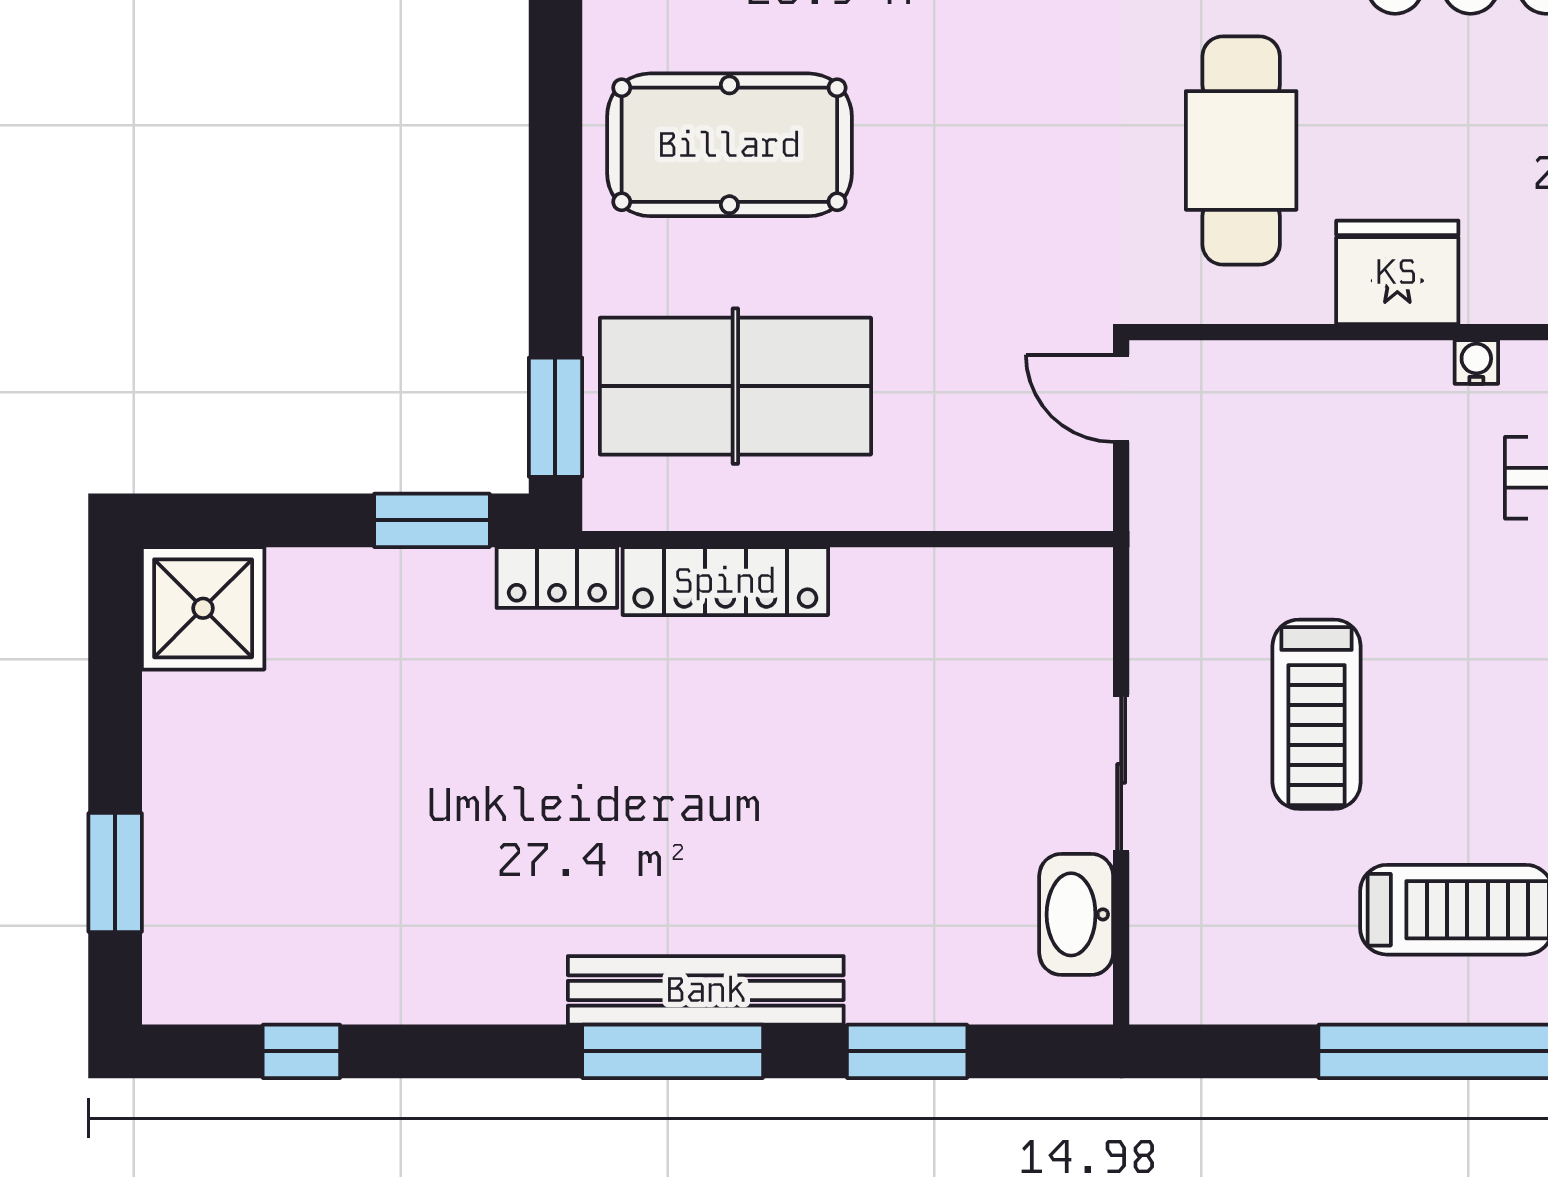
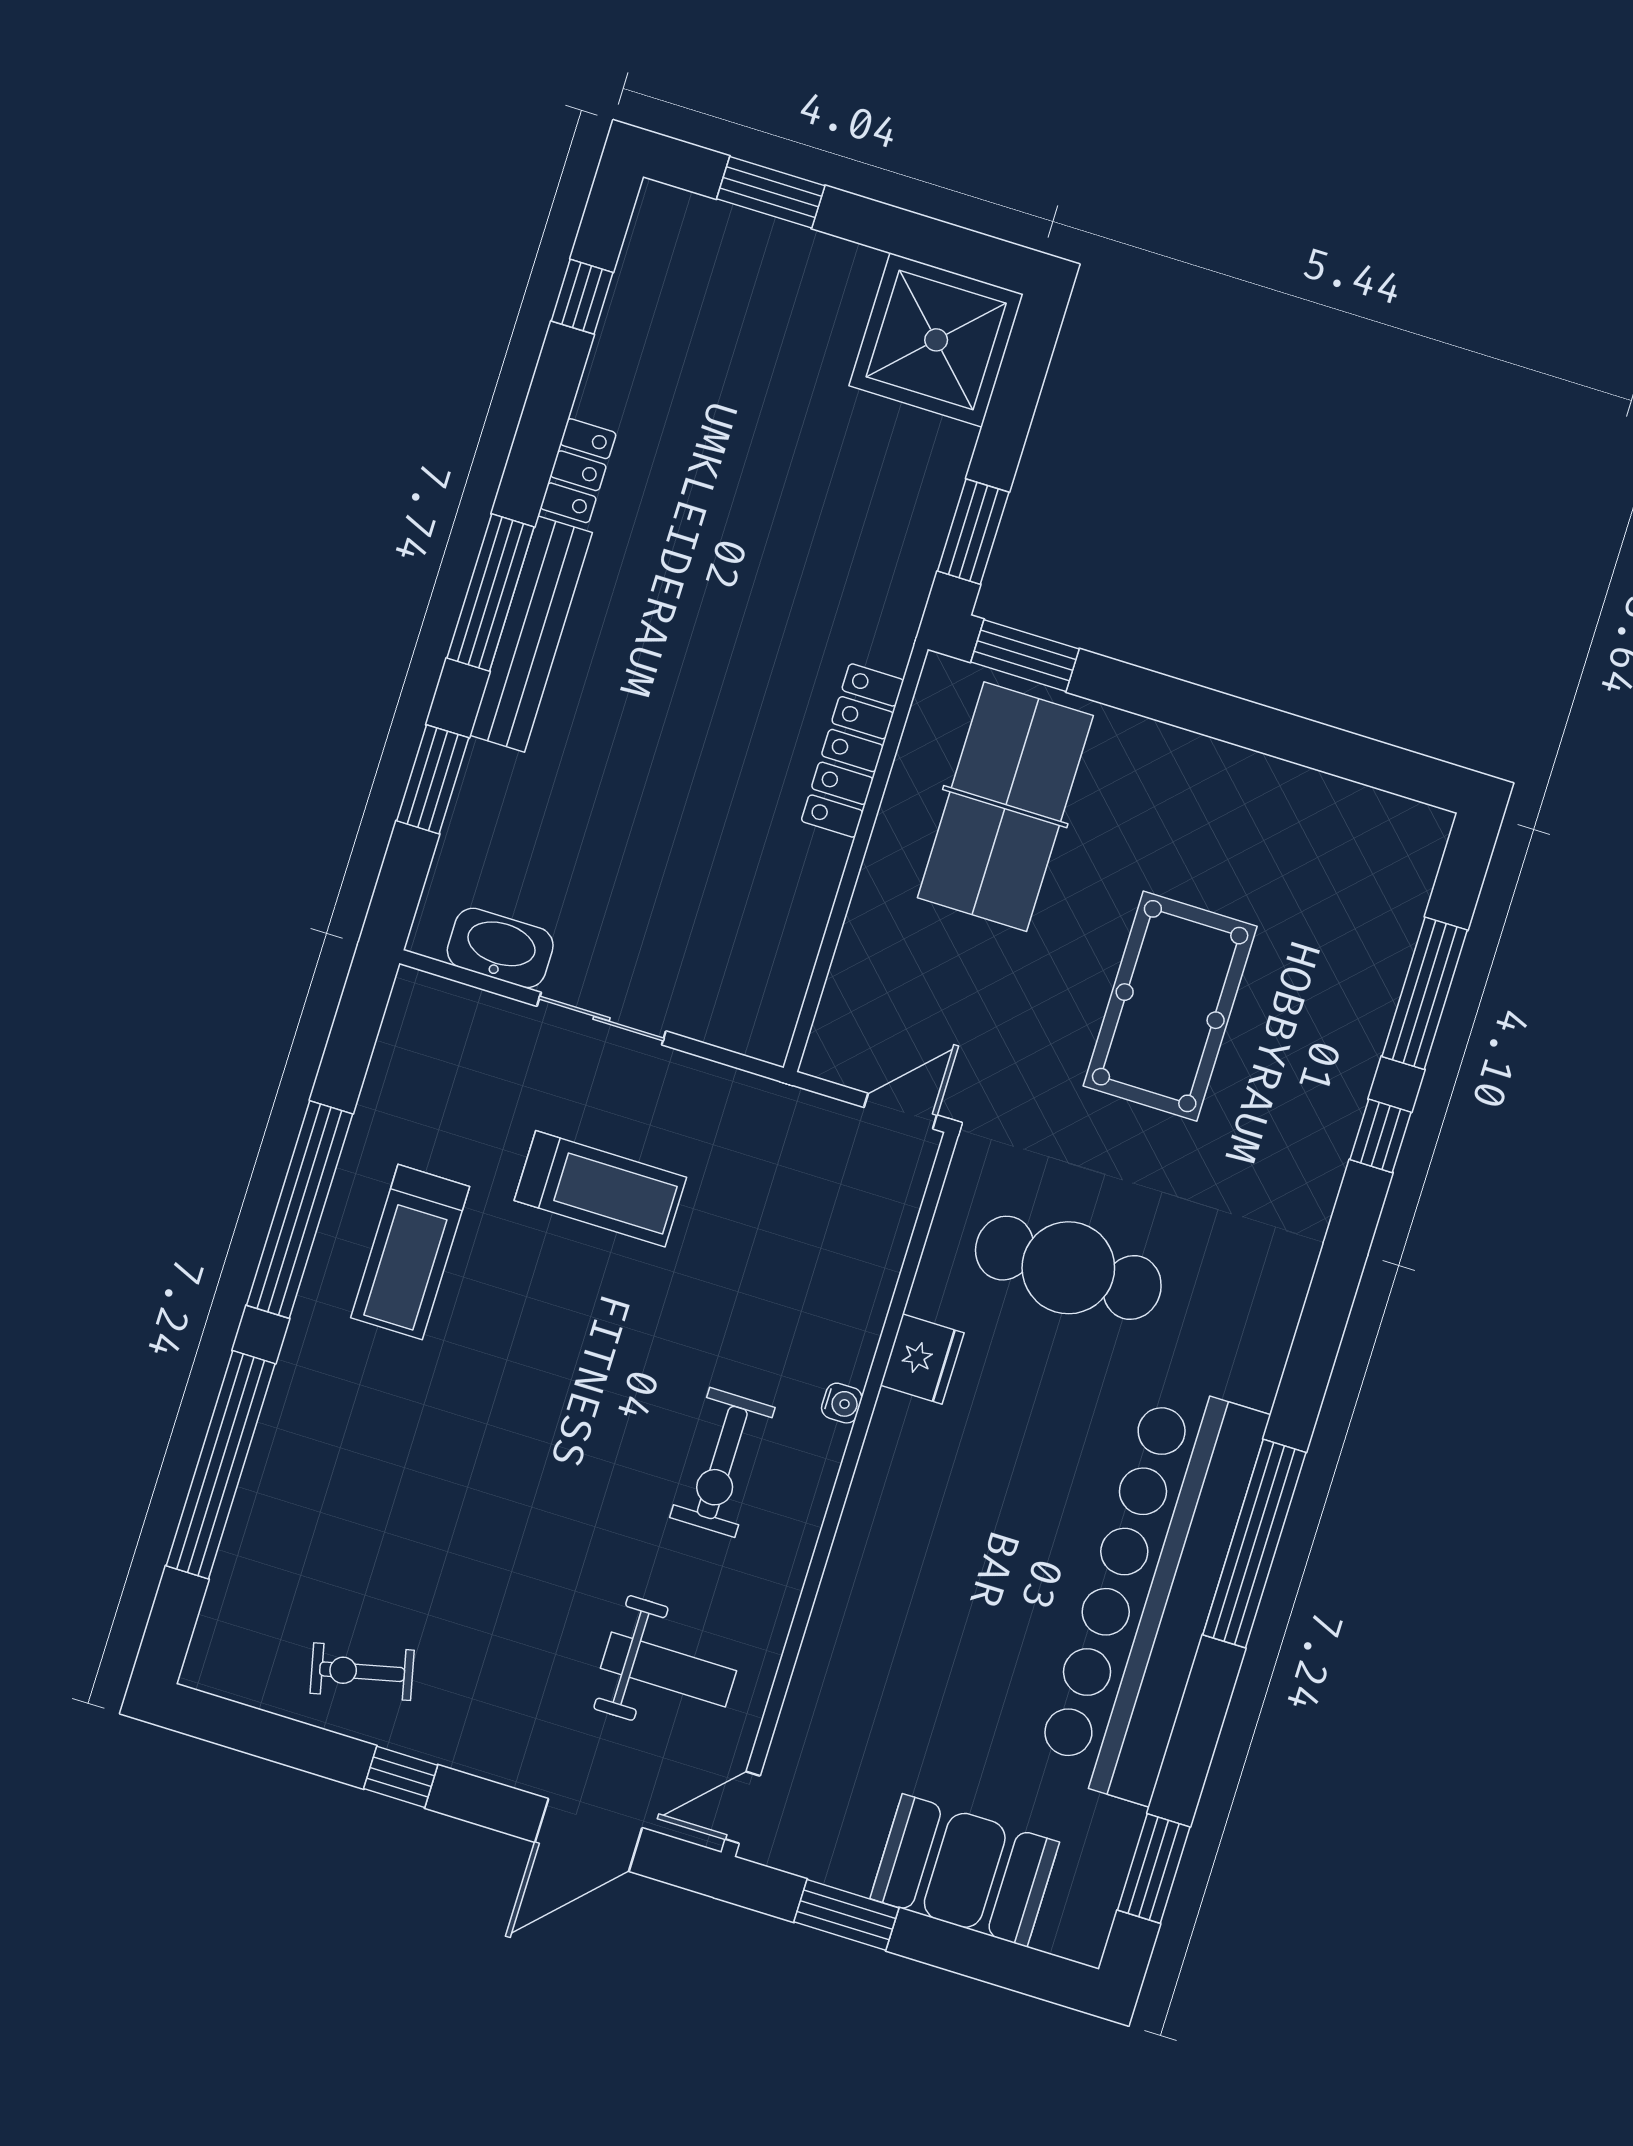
pool table: (729, 145) -> (1170, 1006), moved
fridge: (1397, 272) -> (922, 1359), width x0.73, depth x0.75
locker: (557, 577) -> (578, 471), moved, turned 180
shower: (203, 608) -> (936, 340), width x1.37, depth x1.37
treadmill: (1317, 714) -> (600, 1189), turned 180

